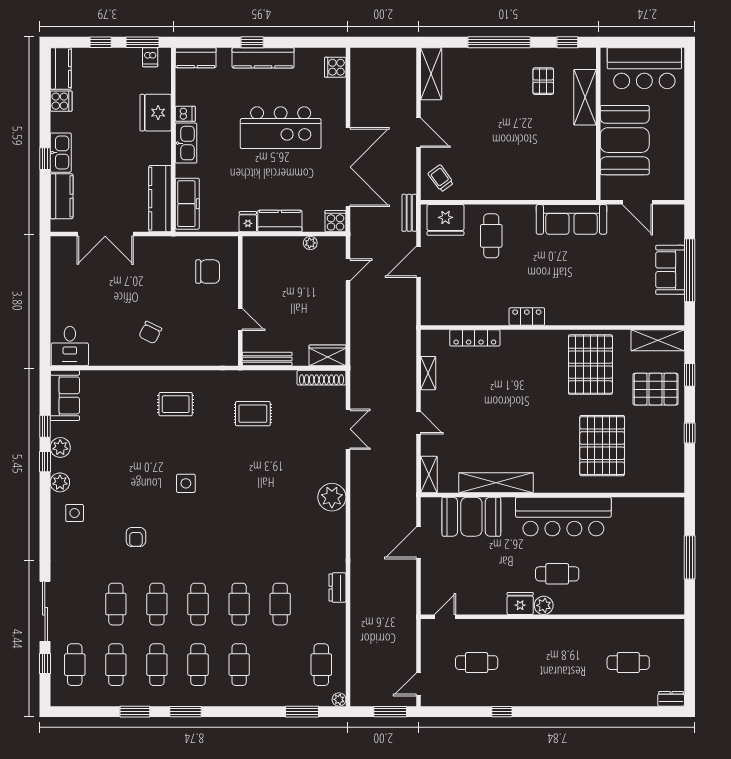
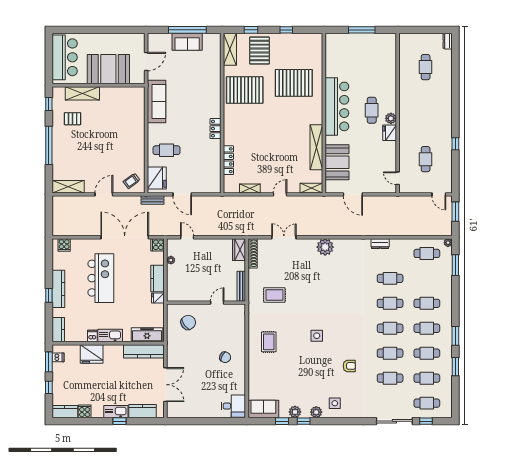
chair: (208, 272) -> (188, 322), turned 54
rug: (253, 414) -> (274, 295), turned 90

